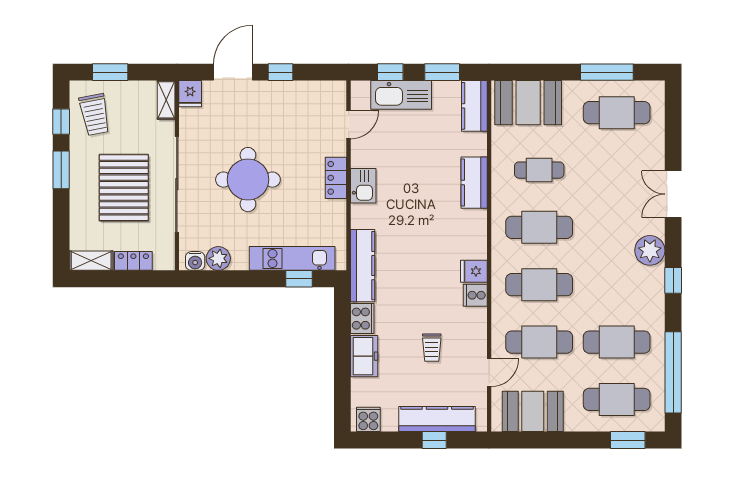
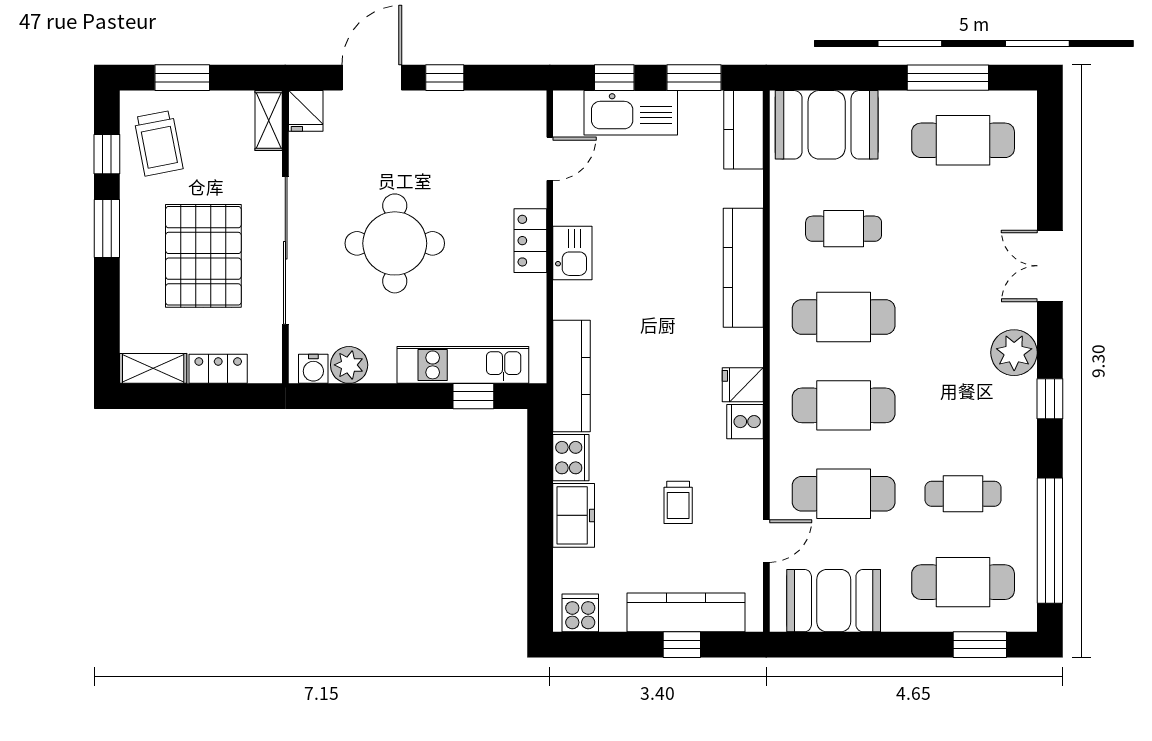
kitchen counter: (474, 183) -> (743, 268), width x1.50
cafe table: (617, 342) -> (963, 494), width x0.73, depth x0.74

